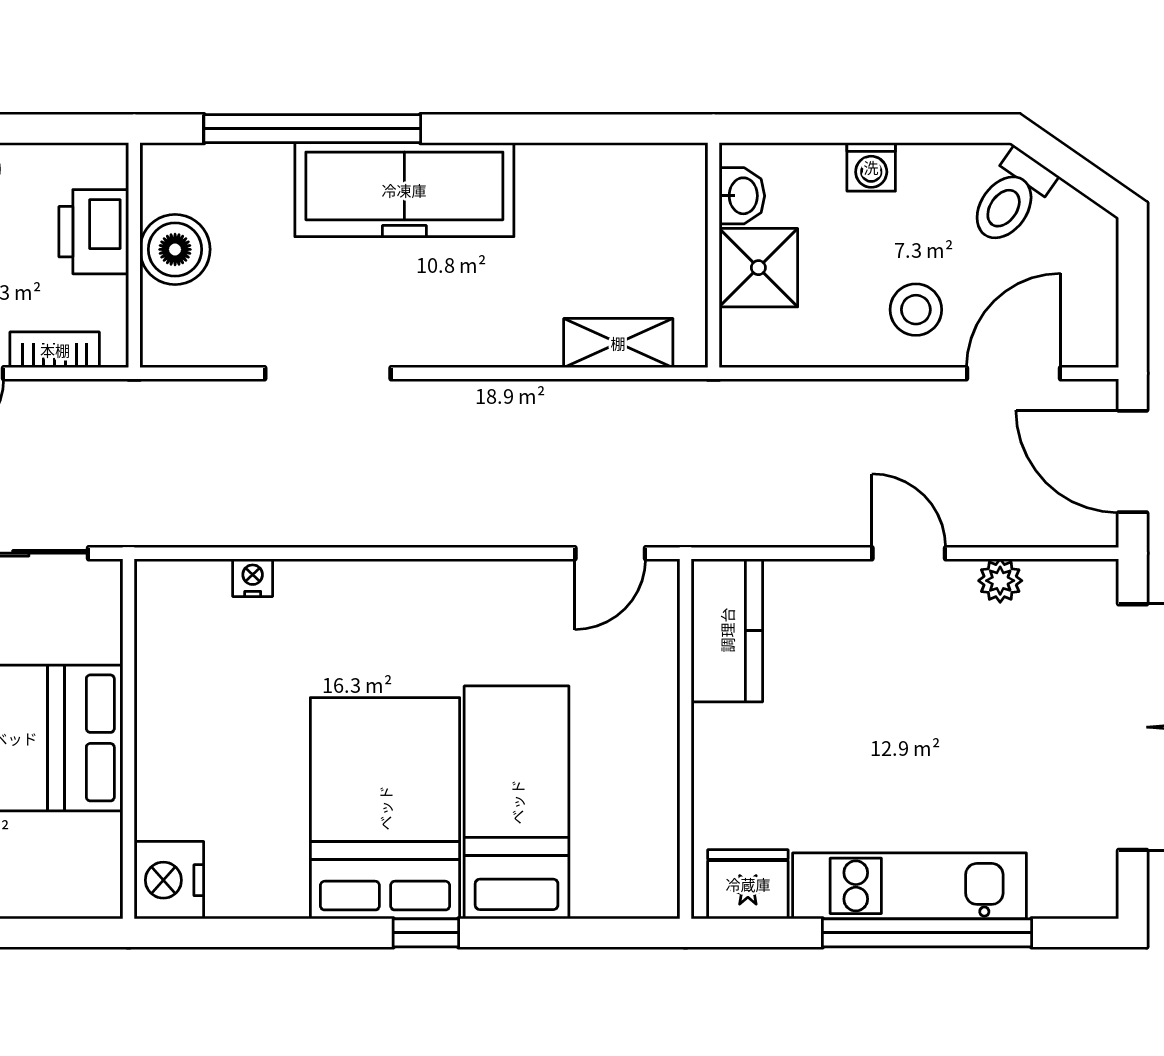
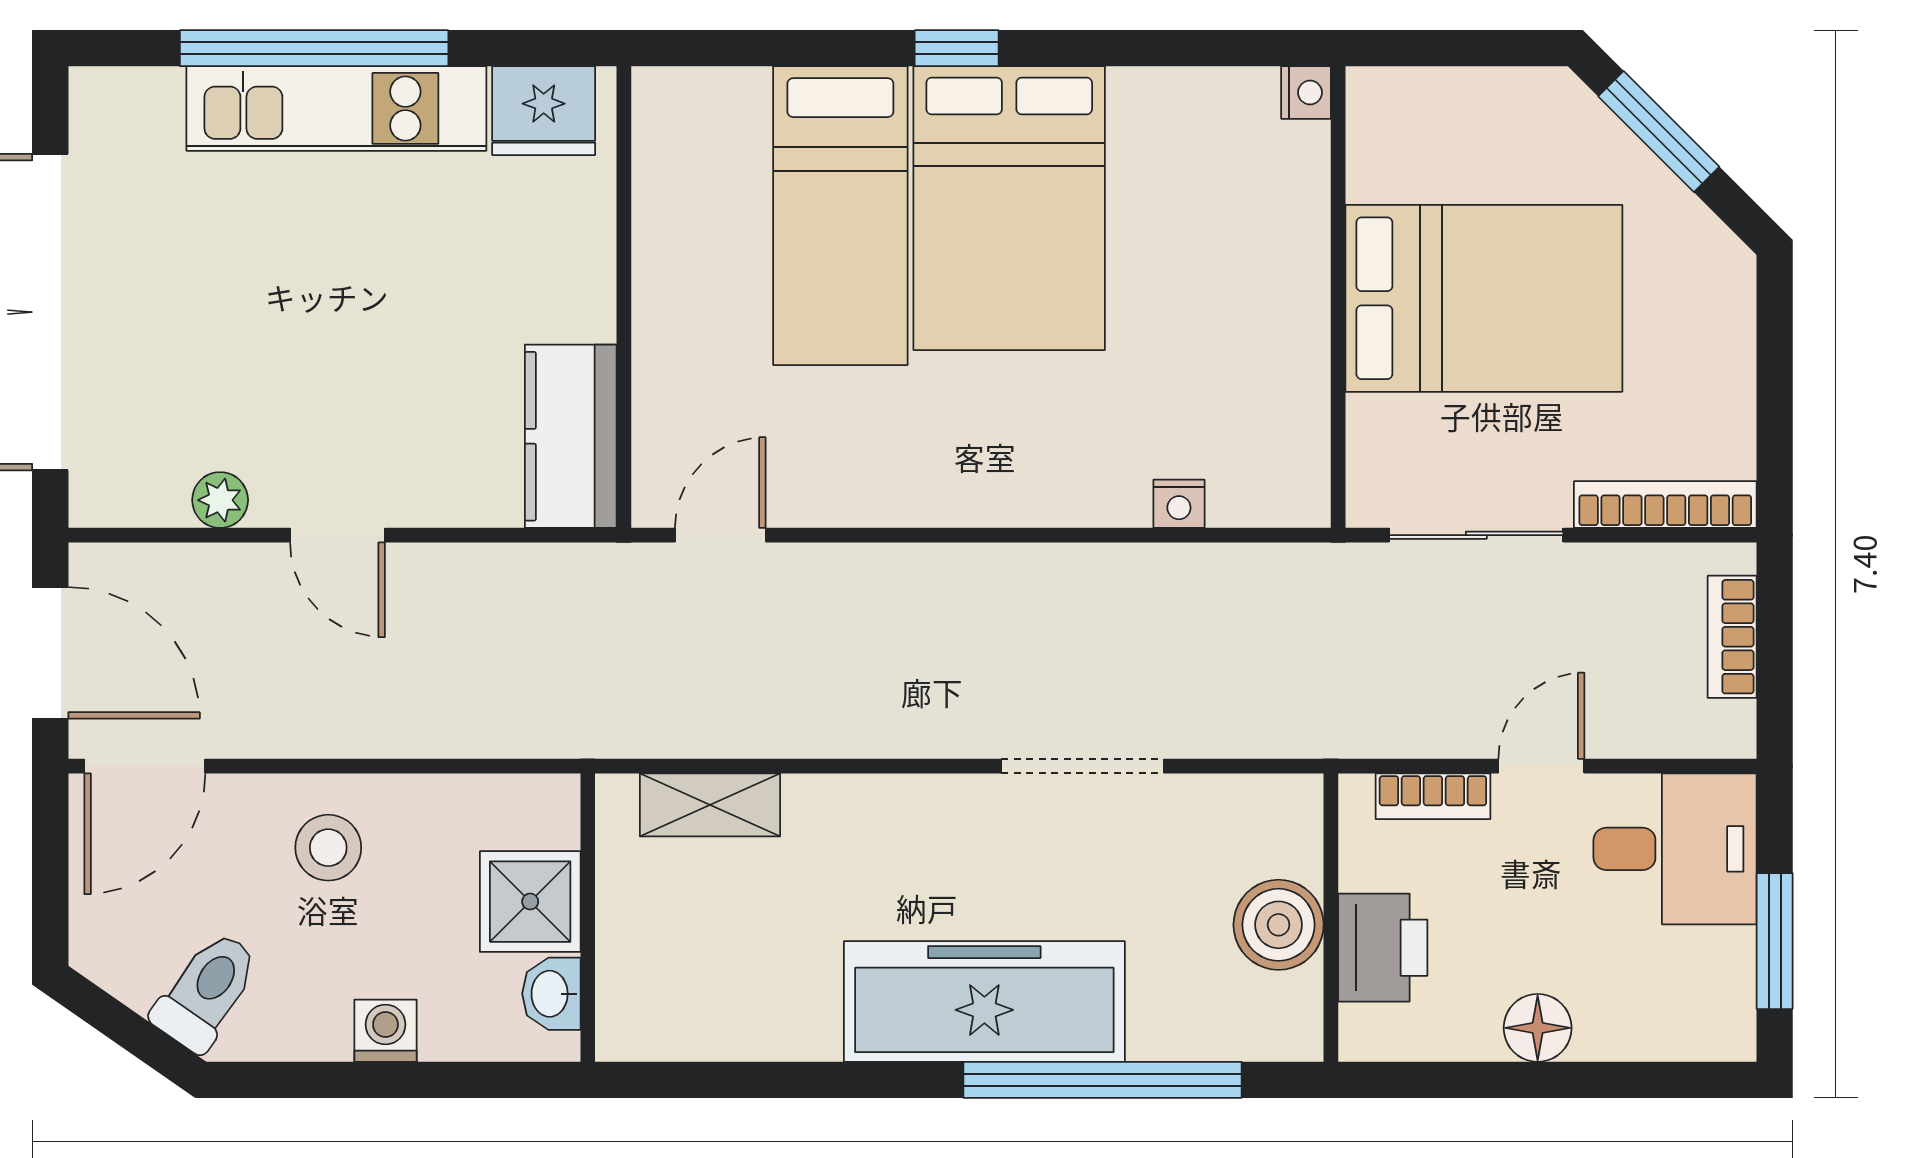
door: (1014, 373) -> (145, 766), moved
nightstand: (169, 880) -> (1306, 93), width x0.53, depth x0.56

